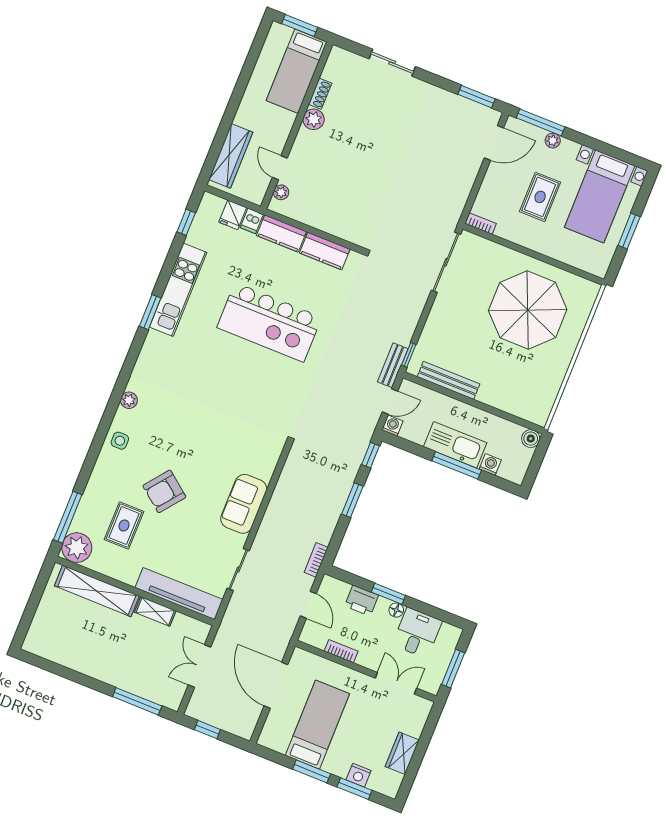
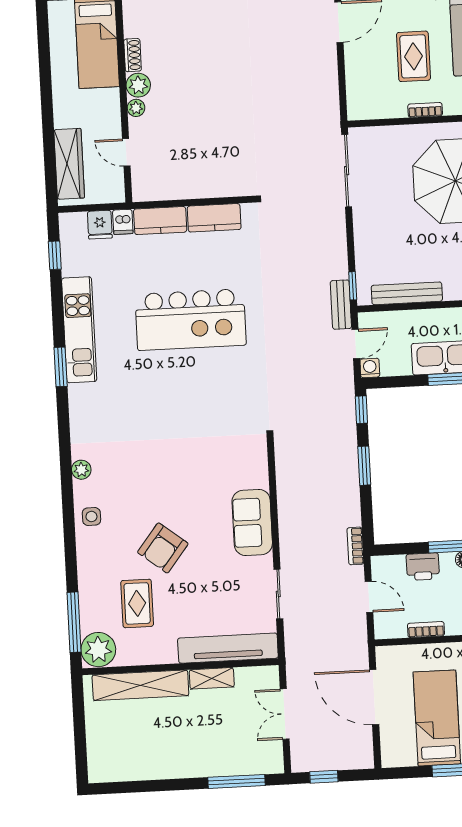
plant: (281, 192) -> (136, 108), moved
bookcase: (481, 223) -> (425, 110), moved

